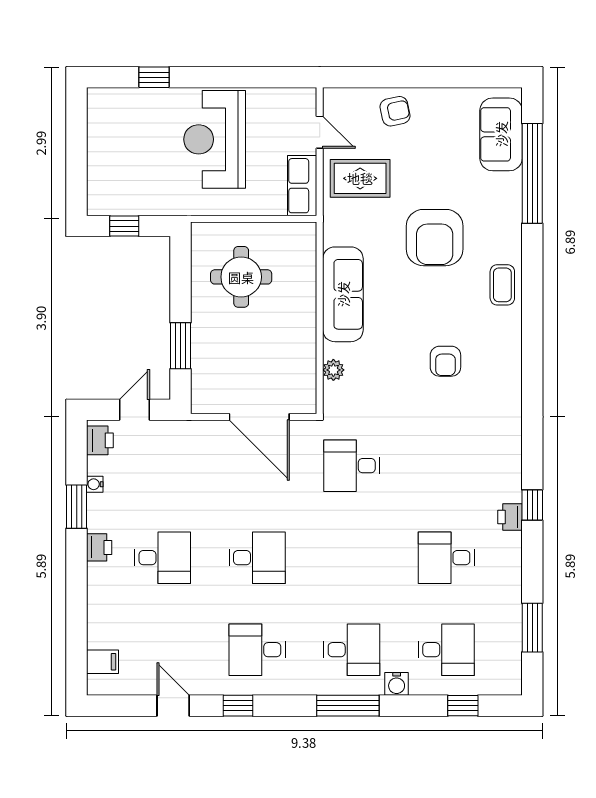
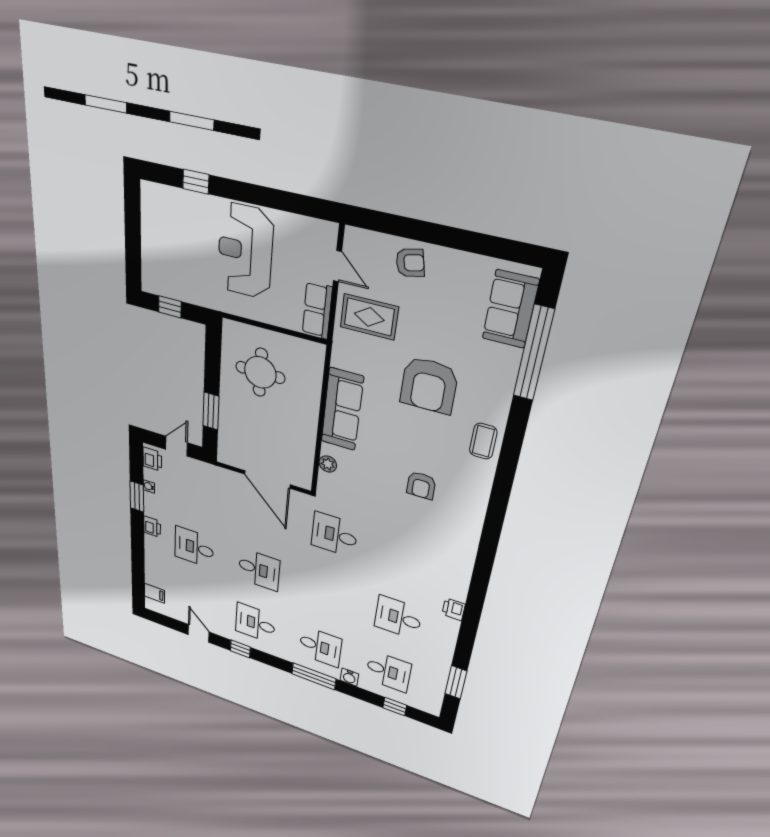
window: (532, 505) -> (473, 608), removed
desk: (163, 558) -> (194, 547), turned 180

